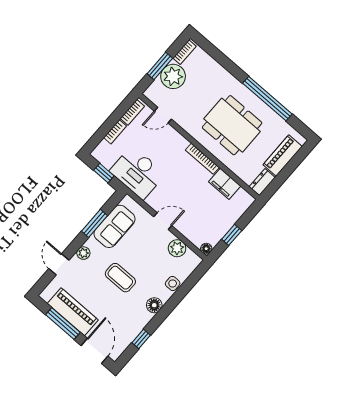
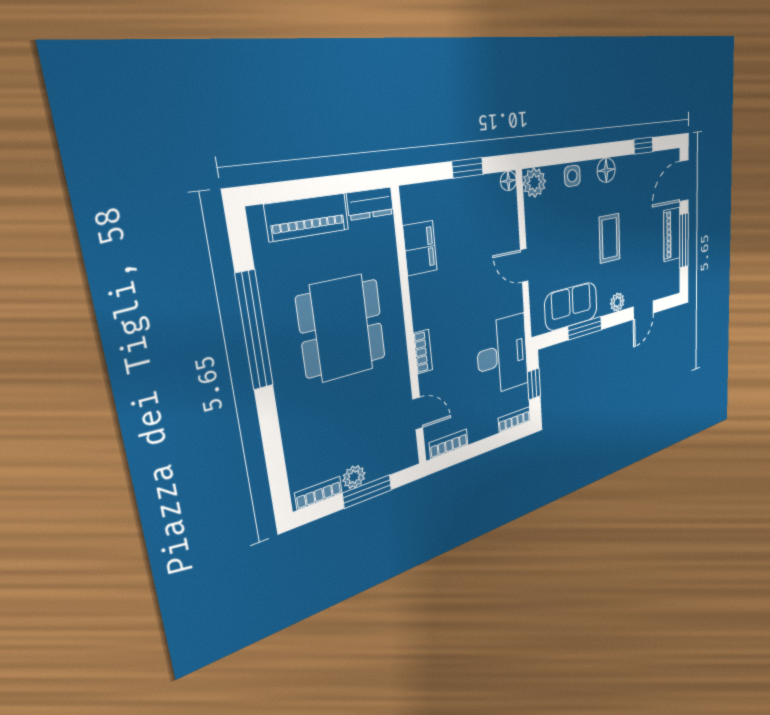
plant: (173, 76) -> (354, 477), width x0.53, depth x0.53
bookcase: (115, 132) -> (514, 420), moved
bookcase: (202, 159) -> (423, 352), moved, width x0.64
plant: (177, 248) -> (534, 183), moved
piano: (73, 312) -> (672, 234), width x0.73, depth x0.75

